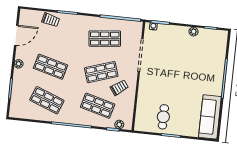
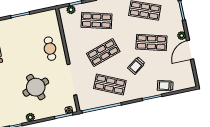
door: (16, 35) -> (190, 50), moved
shop shelf: (105, 39) -> (110, 84), turned 30
round table: (179, 59) -> (36, 87), added
trolley: (119, 88) -> (136, 66), moved
cafe table: (163, 117) -> (50, 49), moved

